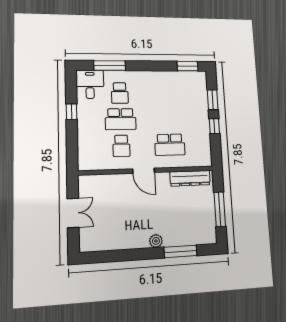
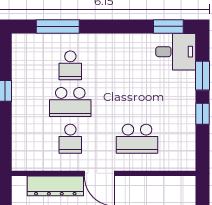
desk: (90, 84) -> (176, 52), moved, turned 90
dresser: (190, 178) -> (55, 186), moved

